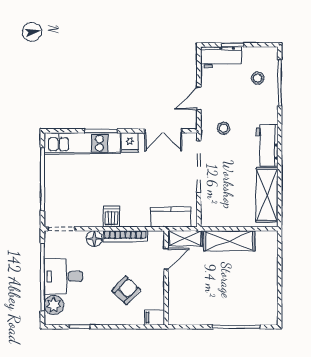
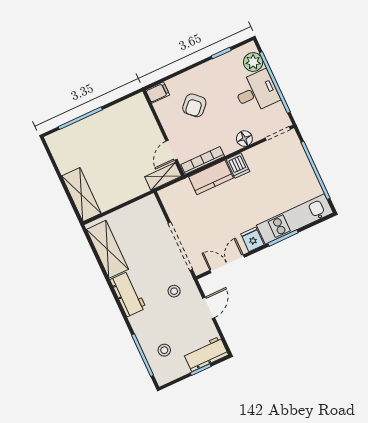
kitchen counter: (171, 217) -> (211, 177), moved
bookcase: (125, 236) -> (203, 160), moved
shelving: (229, 241) -> (81, 195), moved, turned 90

